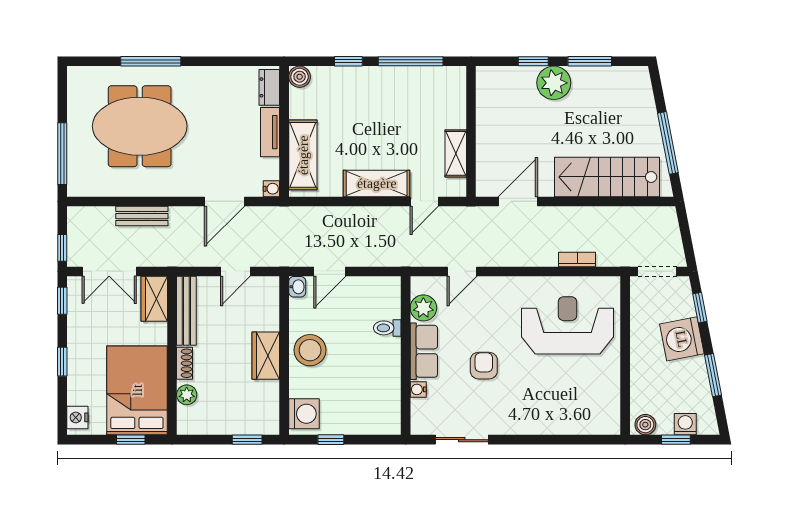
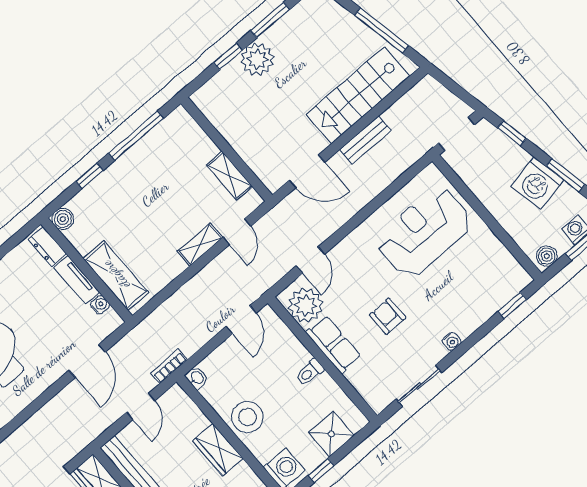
shelving: (377, 183) -> (200, 245), width x0.67, depth x0.75
water cooler: (271, 189) -> (100, 305), moved
door: (518, 201) -> (307, 171), swing flipped
bench: (142, 216) -> (365, 140), moved
bookcase: (577, 259) -> (169, 366), moved
door: (330, 271) -> (241, 320), moved
plant: (423, 308) -> (306, 305), width x1.36, depth x1.36
toilet: (387, 328) -> (310, 372), moved
washing machine: (682, 339) -> (537, 183), moved
water cooler: (418, 389) -> (452, 341), moved, turned -90
shower: (363, 419) -> (331, 434), added
window: (586, 440) -> (512, 305), added

